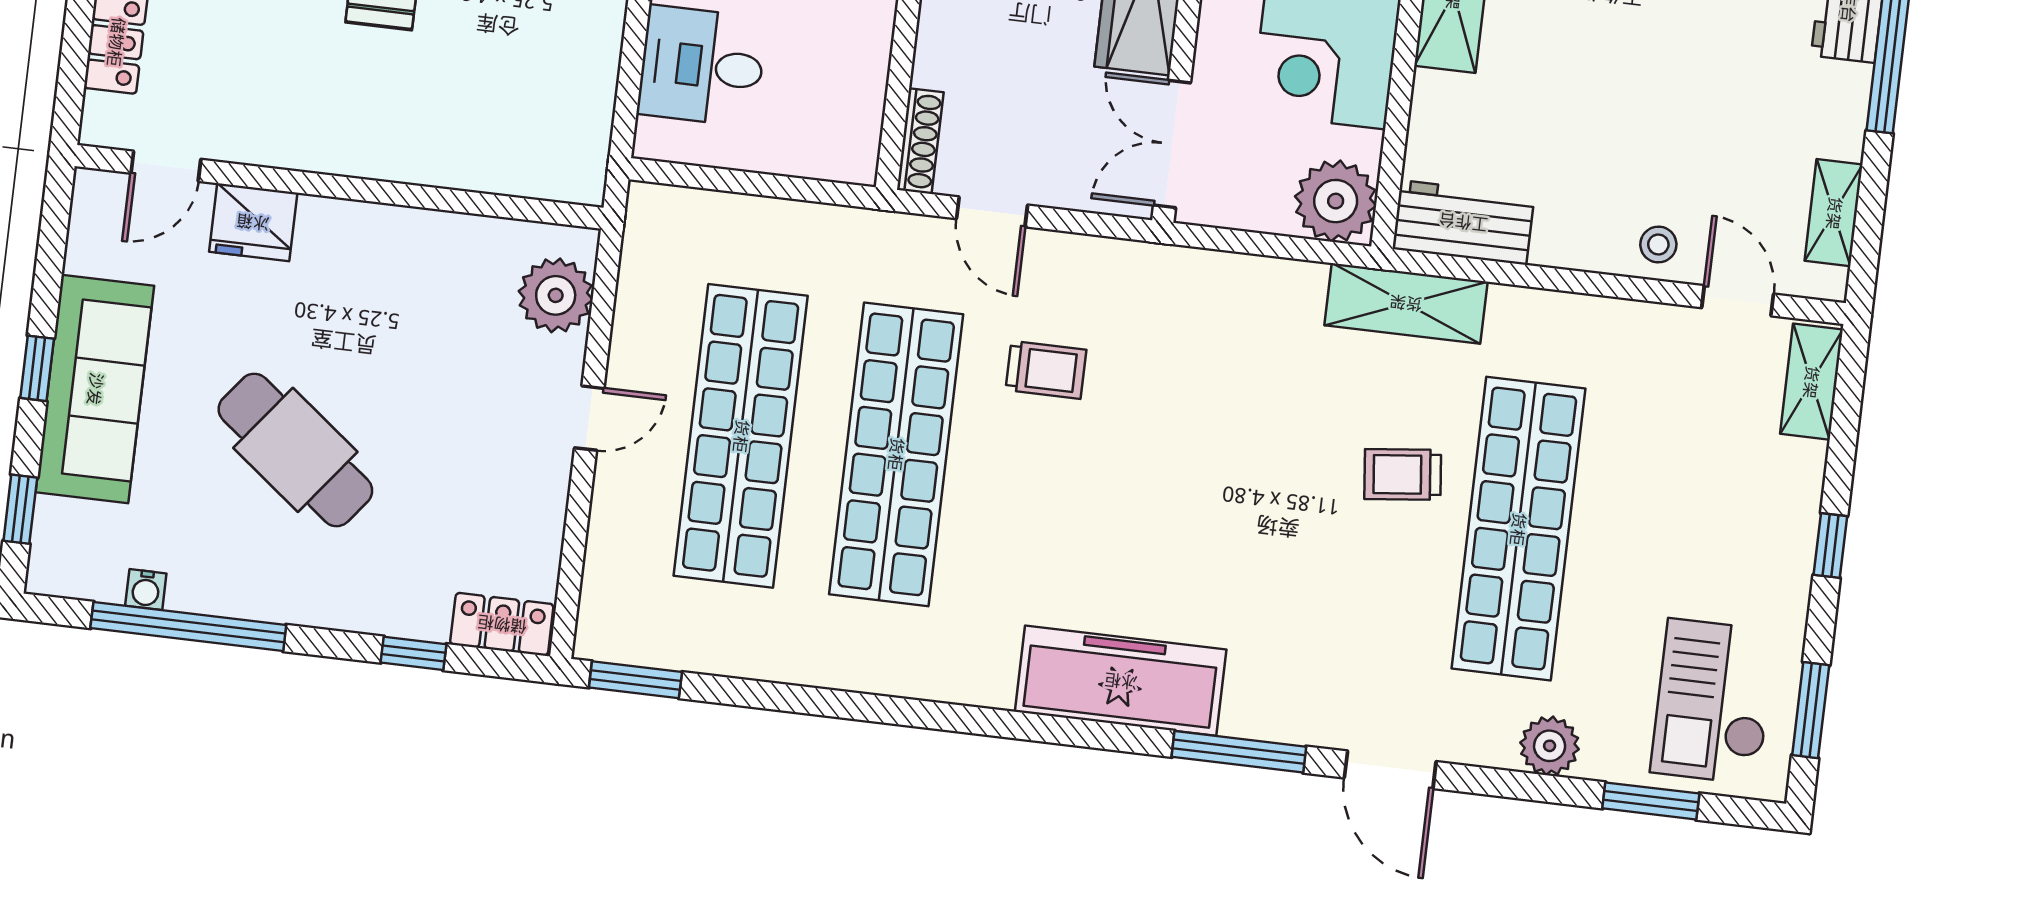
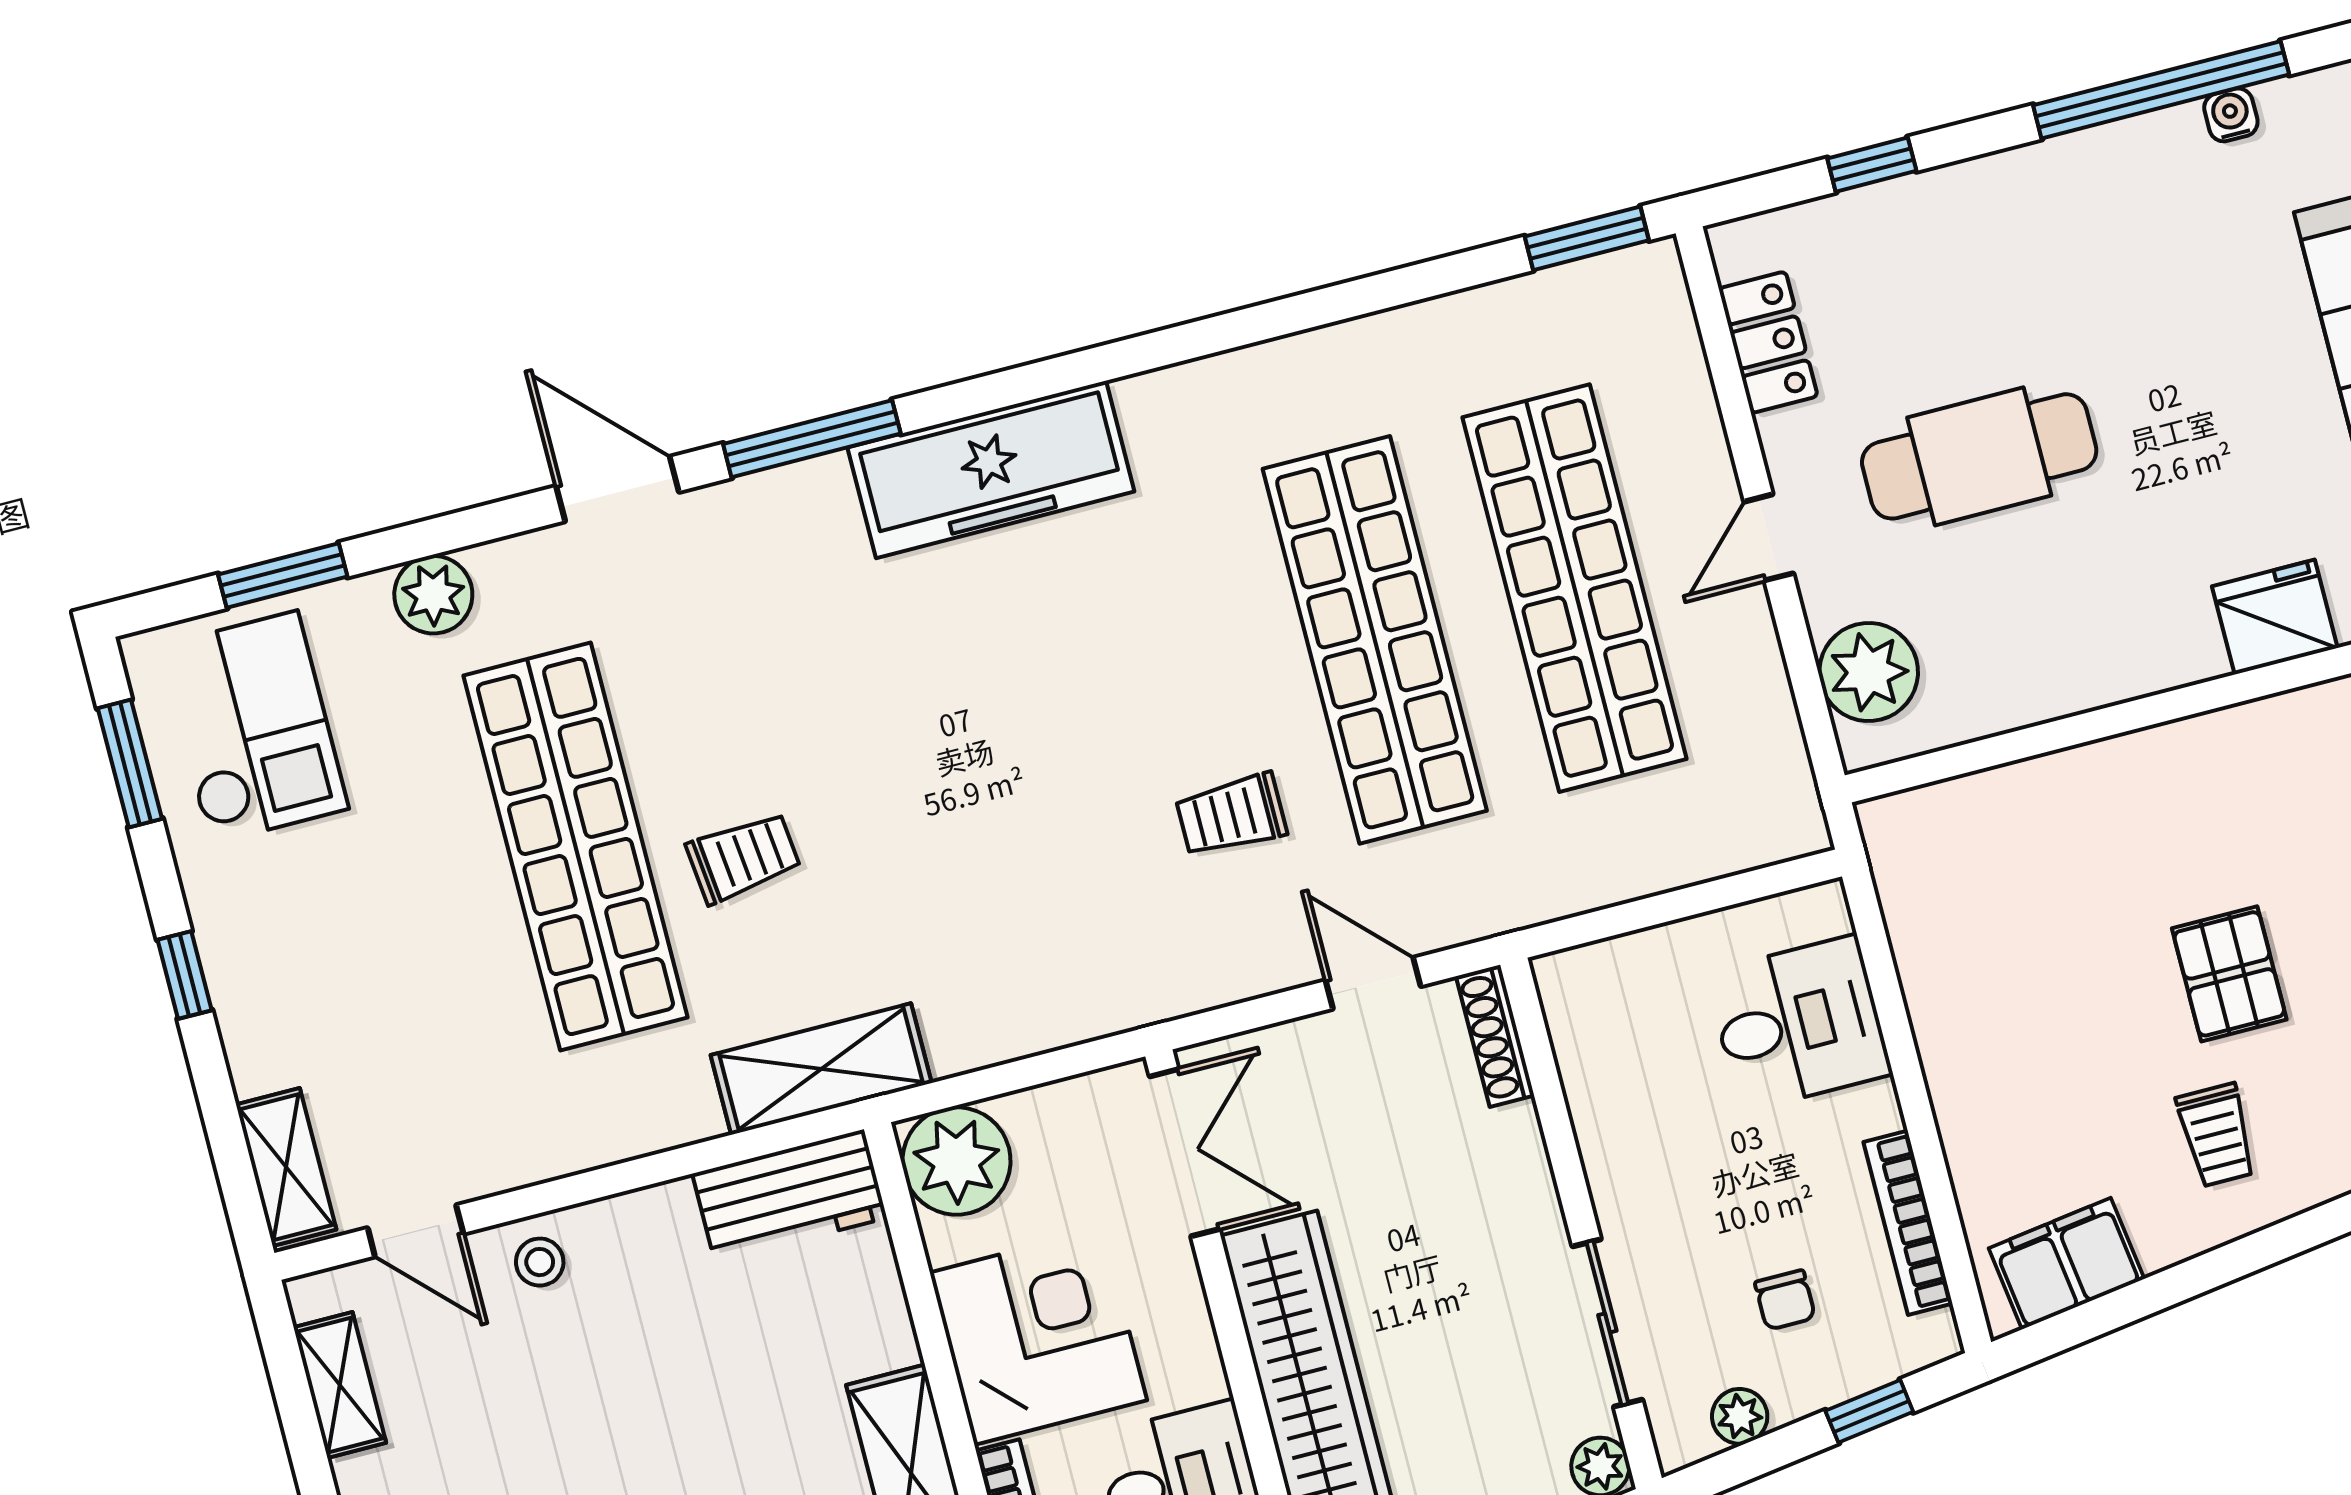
cafe table: (295, 450) -> (1979, 456), moved, turned -38
locker: (502, 624) -> (1768, 342), moved, turned -90

